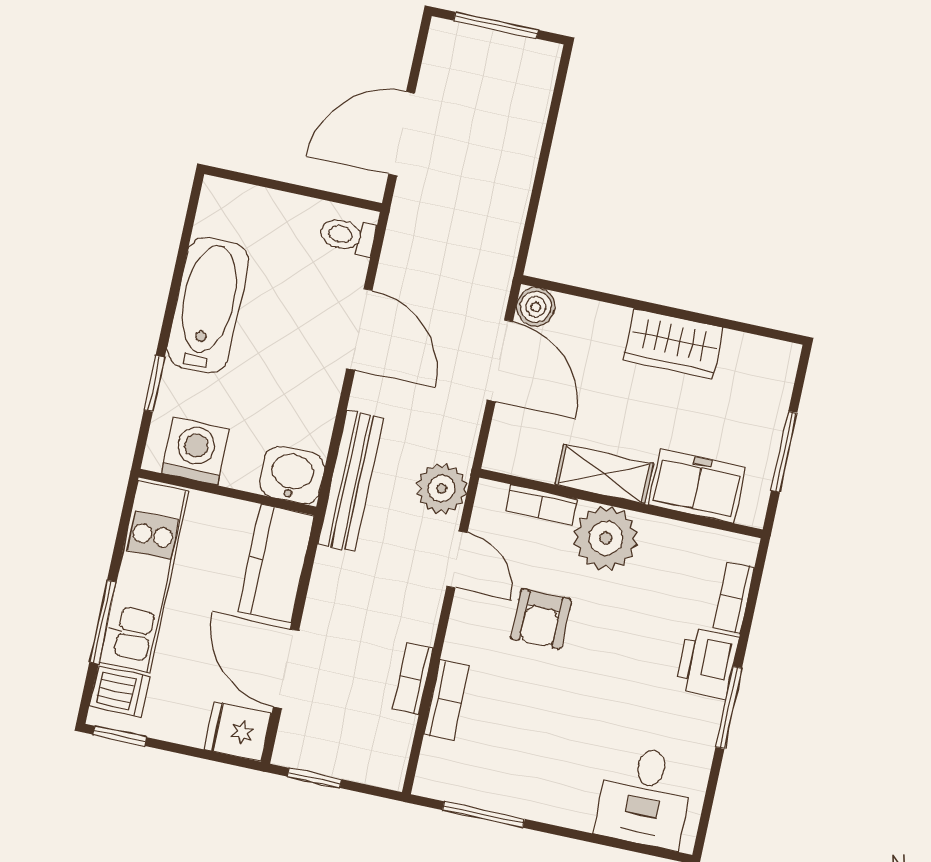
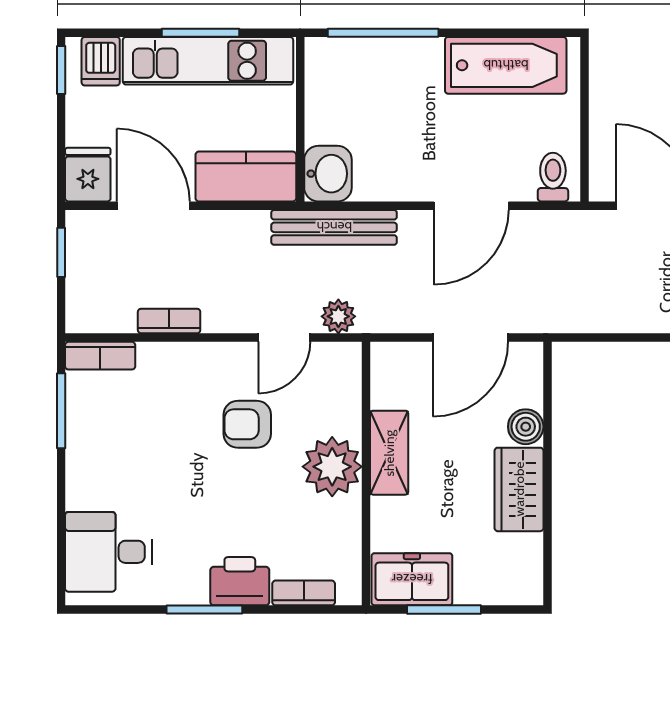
bathtub: (208, 305) -> (506, 65), moved
boiler: (536, 307) -> (526, 427), moved
window: (154, 384) -> (383, 33), width x2.17
washing machine: (195, 451) -> (330, 82), removed
freezer: (697, 486) -> (412, 579), moved, turned -90
plant: (442, 489) -> (338, 316), width x0.73, depth x0.73
bookcase: (541, 505) -> (350, 403), removed
window: (103, 622) -> (200, 33), moved
door: (286, 669) -> (153, 206), hinge flipped
bookcase: (447, 700) -> (100, 356), moved

